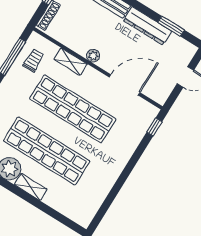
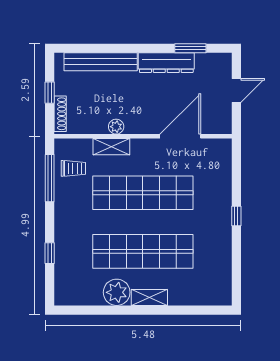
plant: (93, 56) -> (116, 127), moved
trolley: (34, 60) -> (73, 168), turned 91
window: (154, 127) -> (236, 216), moved

